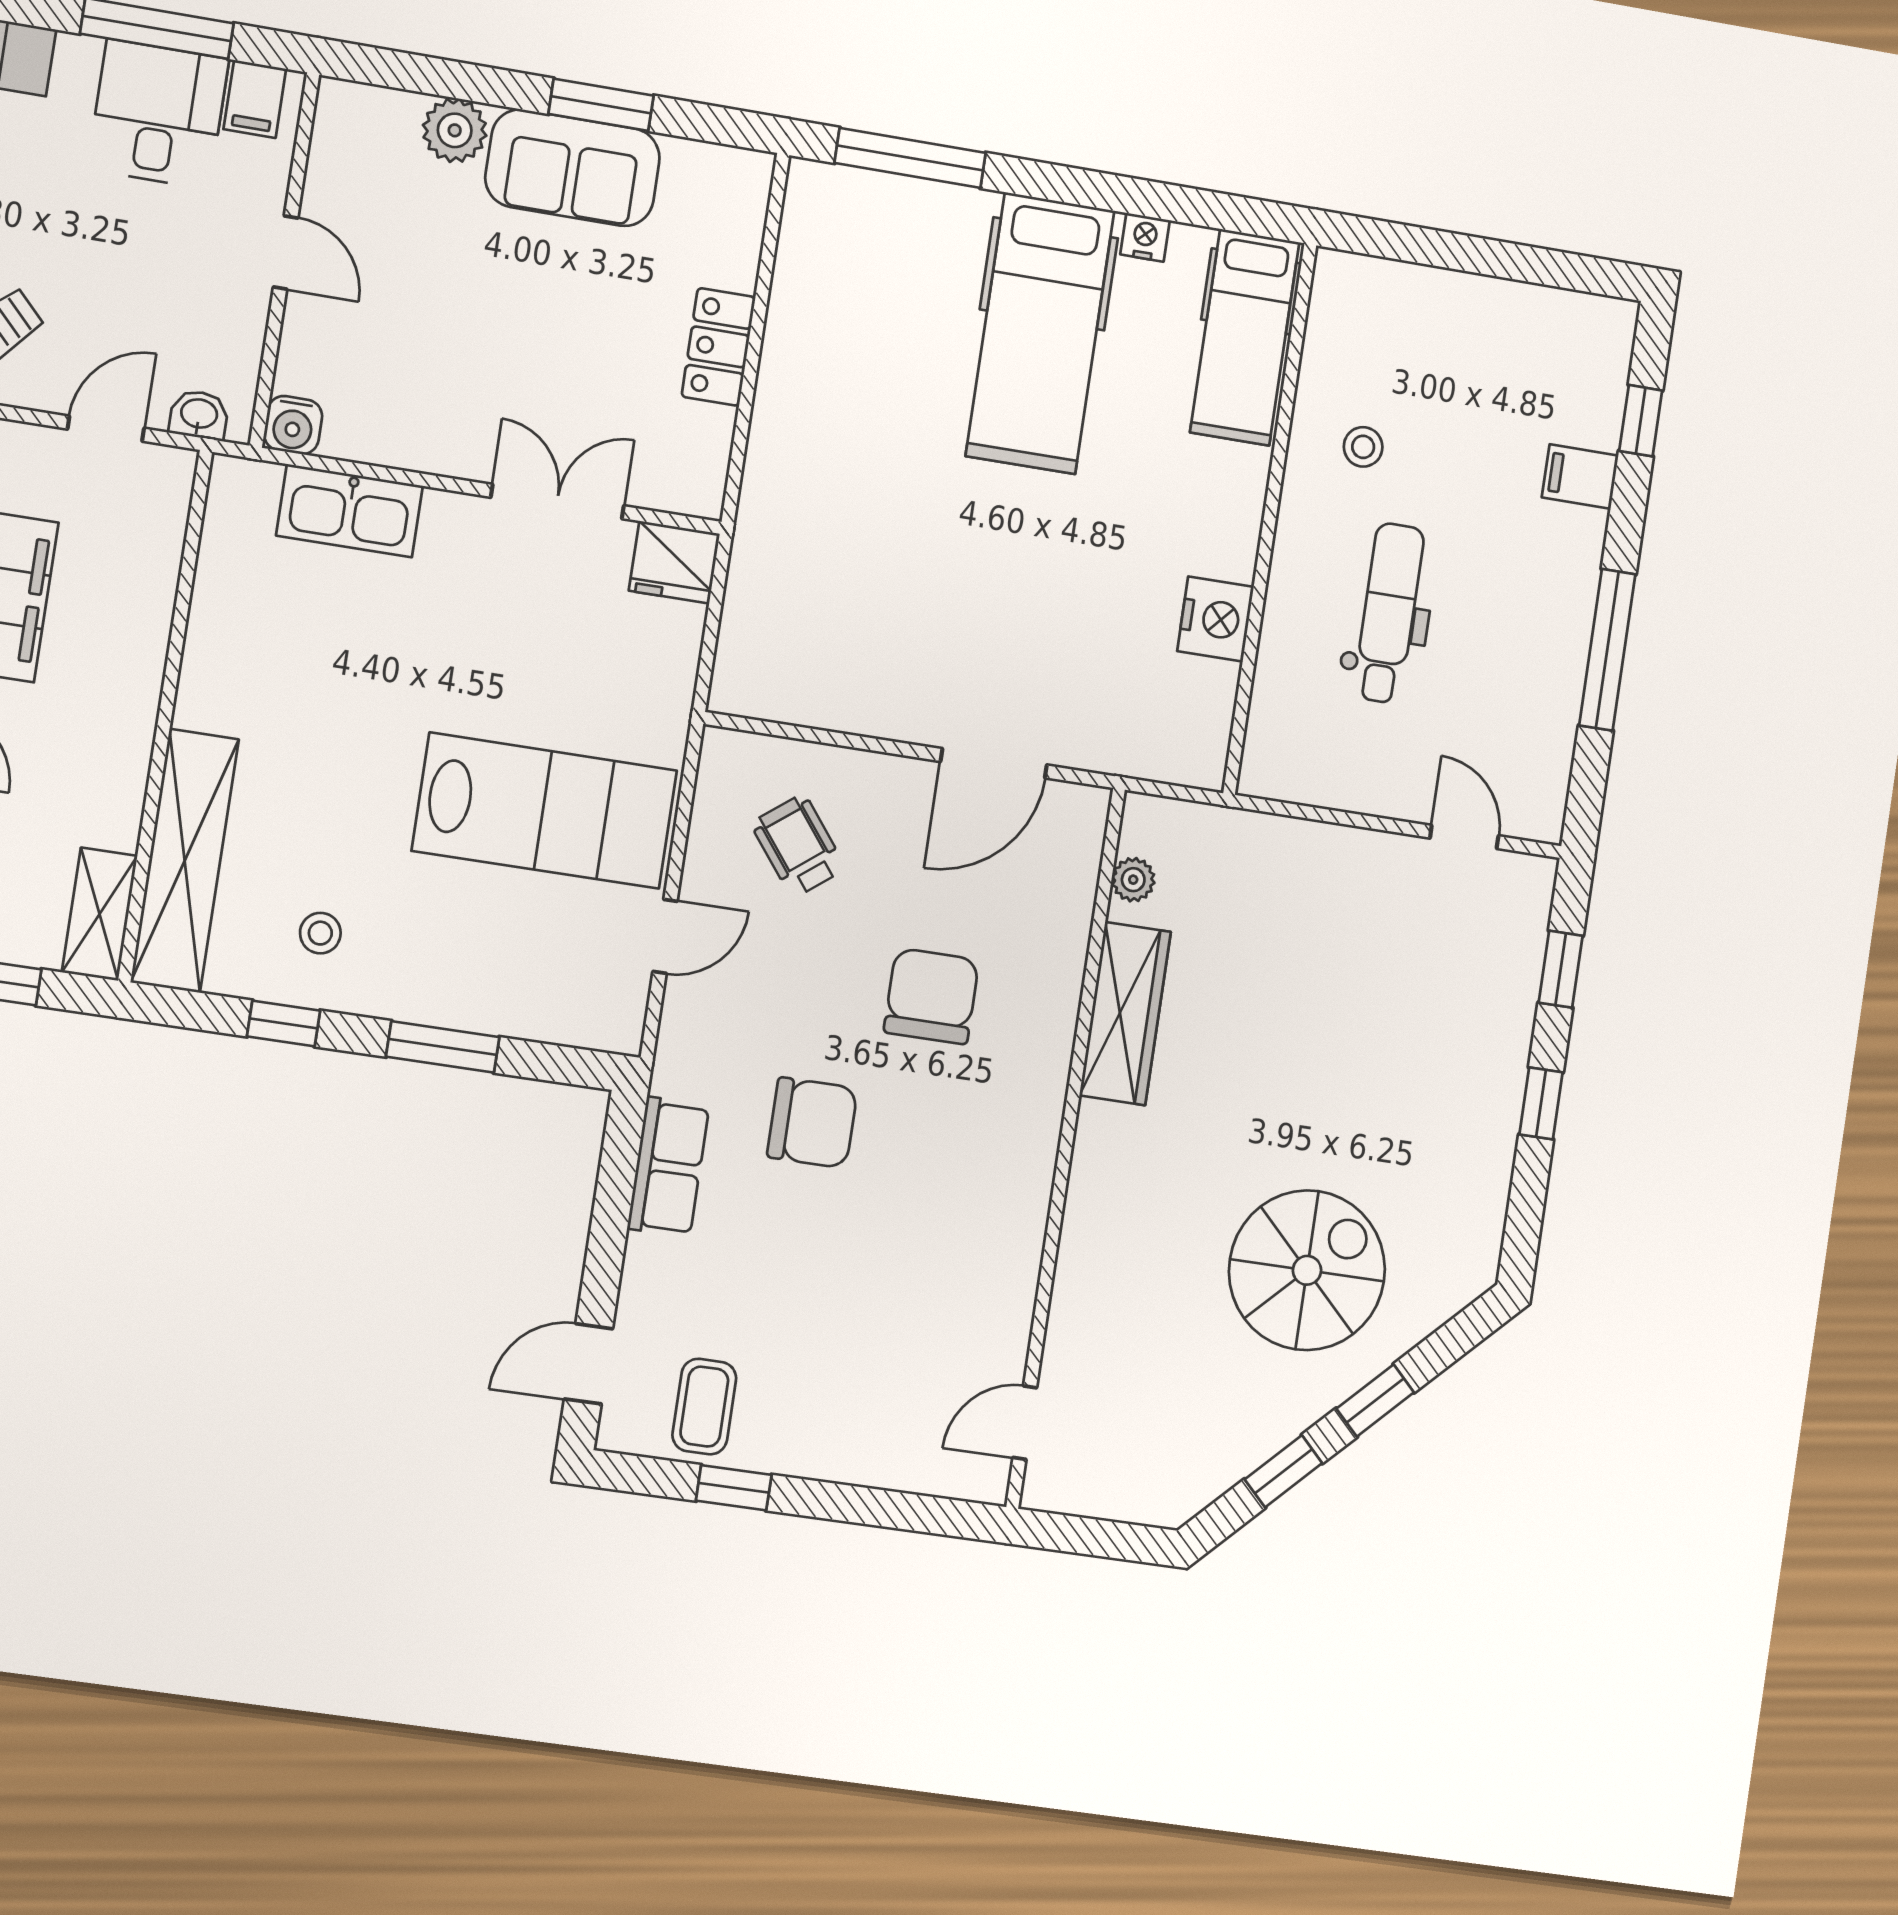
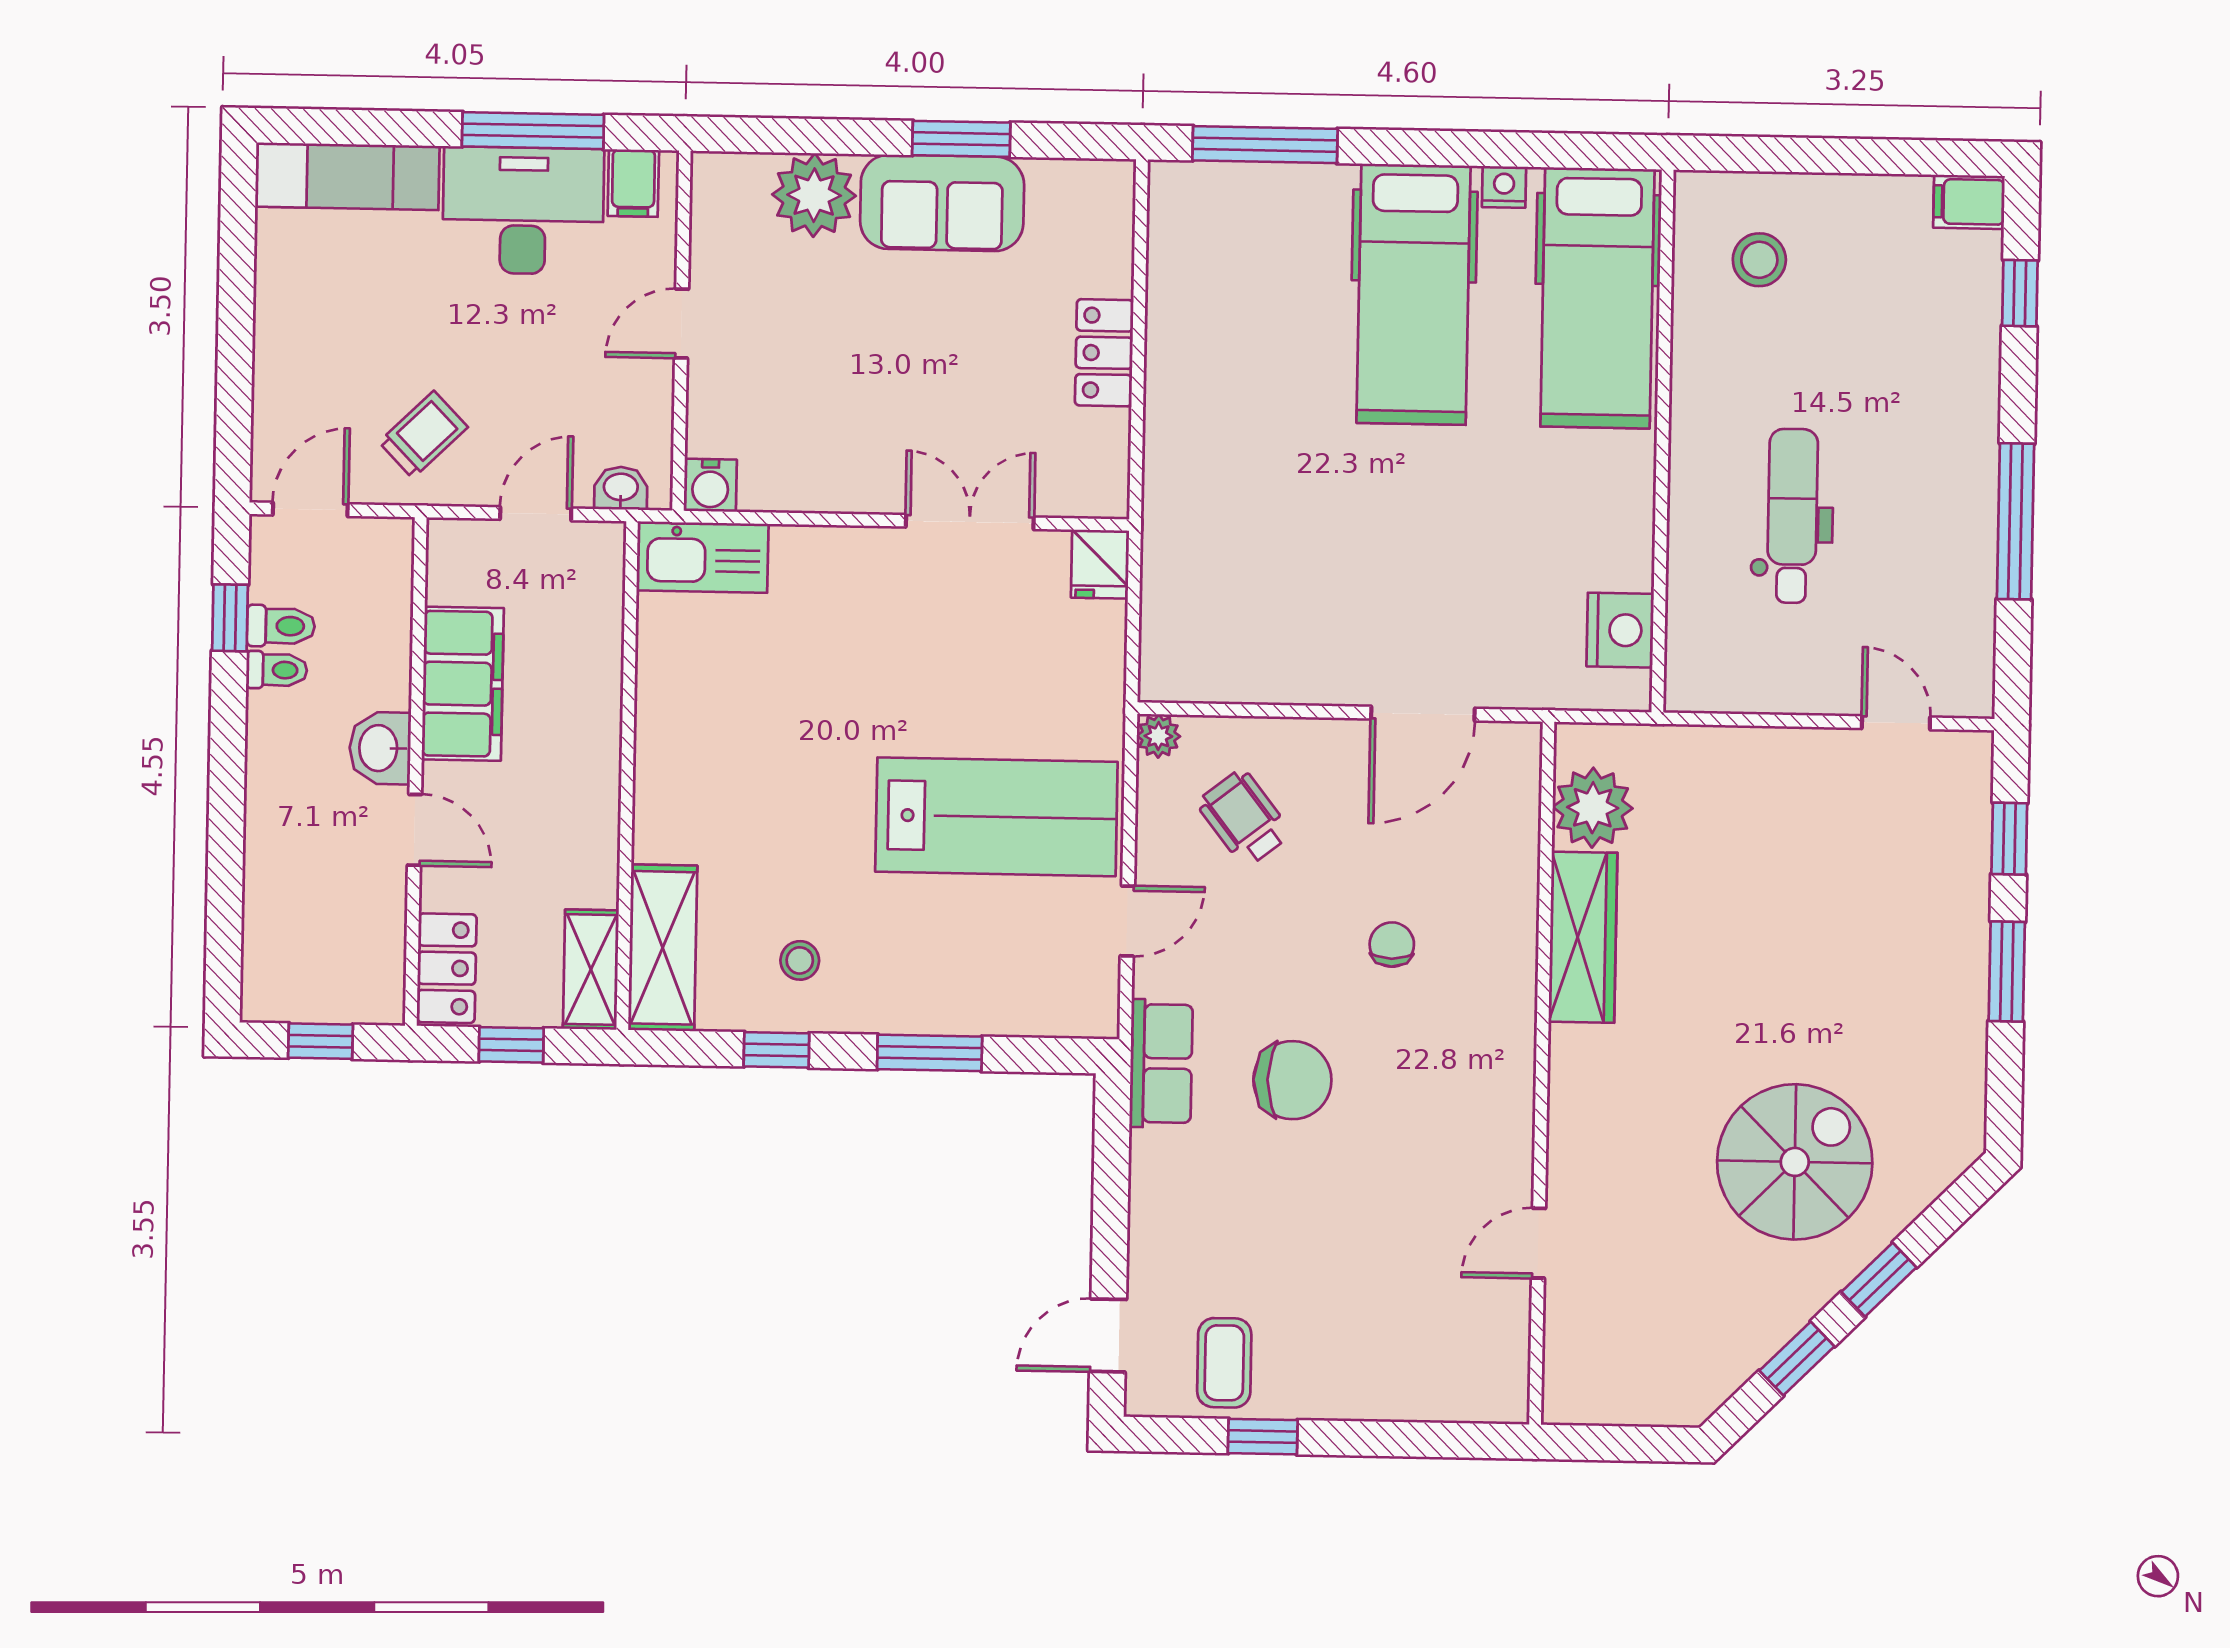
desk: (158, 114) -> (523, 211), width x1.37
plant: (455, 130) -> (814, 195), width x1.36, depth x1.36
door: (286, 252) -> (682, 323), swing flipped
hospital bed: (1245, 337) -> (1597, 298), width x1.37, depth x1.29
stool: (1363, 447) -> (1759, 260), moved, width x1.37, depth x1.37
filing cabinet: (1580, 477) -> (1969, 202), moved
kitchen sink: (350, 511) -> (702, 557), moved
fridge: (674, 562) -> (1100, 564), width x0.72
nightstand: (1216, 619) -> (1620, 630), moved
plant: (722, 750) -> (1158, 736), added
shelving: (185, 861) -> (663, 948), width x0.68
plant: (1133, 880) -> (1593, 808), width x1.88, depth x1.88
chair: (931, 996) -> (1392, 945), width x0.54, depth x0.54
window: (1541, 1103) -> (2007, 971), width x1.50
row of seats: (668, 1167) -> (1161, 1063), moved
door: (1025, 1423) -> (1539, 1243), moved

